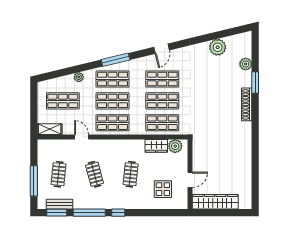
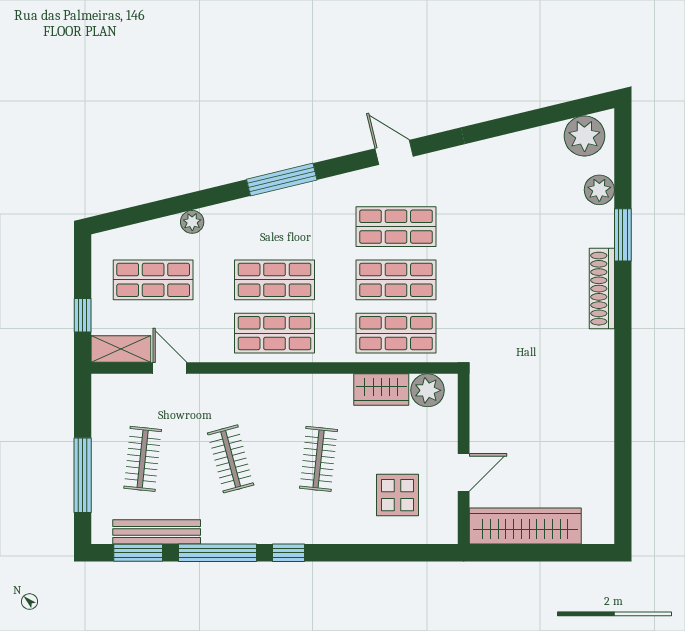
plant: (218, 47) -> (584, 136), moved
door: (162, 49) -> (394, 152), swing flipped
shop shelf: (113, 79) -> (275, 227), removed
window: (34, 115) -> (83, 315), added
door: (82, 137) -> (170, 368), moved
bench: (59, 204) -> (157, 532), width x1.36

